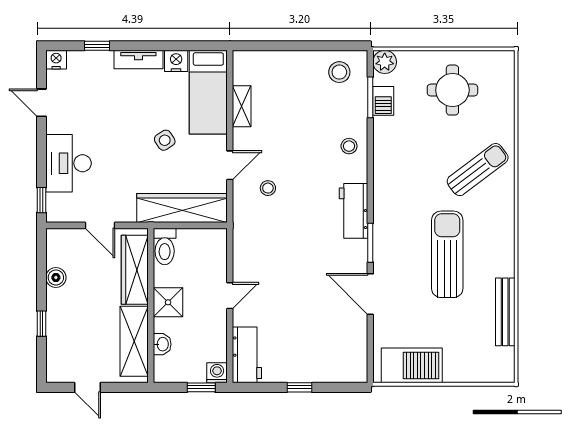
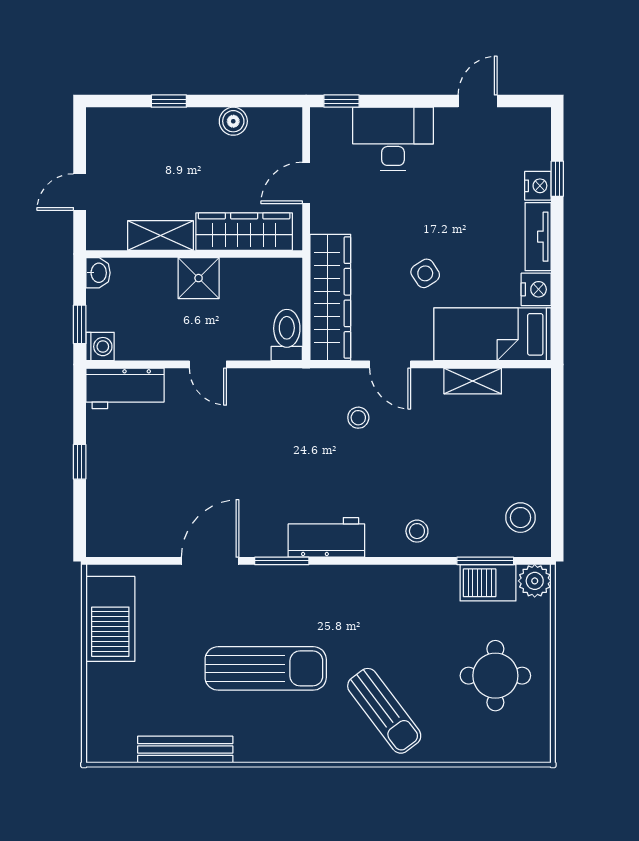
nightstand: (56, 60) -> (538, 186), moved
barbecue: (383, 101) -> (488, 583), width x1.38, depth x1.27
toilet: (165, 246) -> (287, 335), moved, turned 90
shelving: (134, 341) -> (160, 235), width x0.67, depth x0.75
washbasin: (162, 344) -> (98, 273), moved, turned -90
door: (87, 387) -> (80, 192), moved

